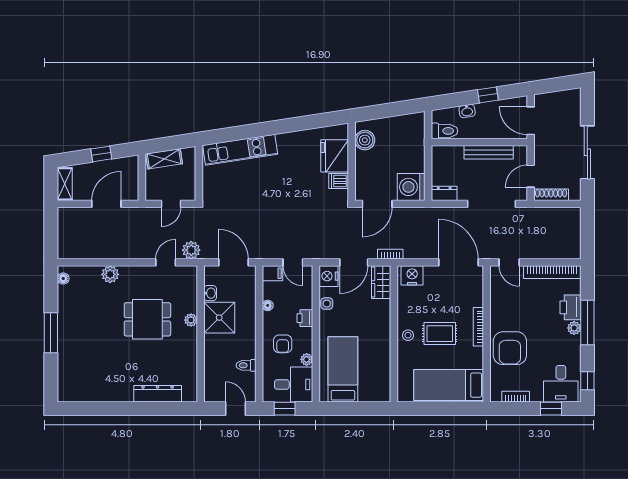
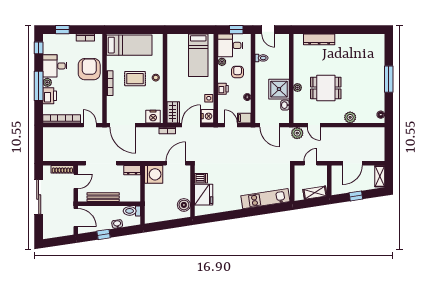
door: (166, 262) -> (314, 125), hinge flipped
desk: (561, 384) -> (55, 66), moved, turned -90

